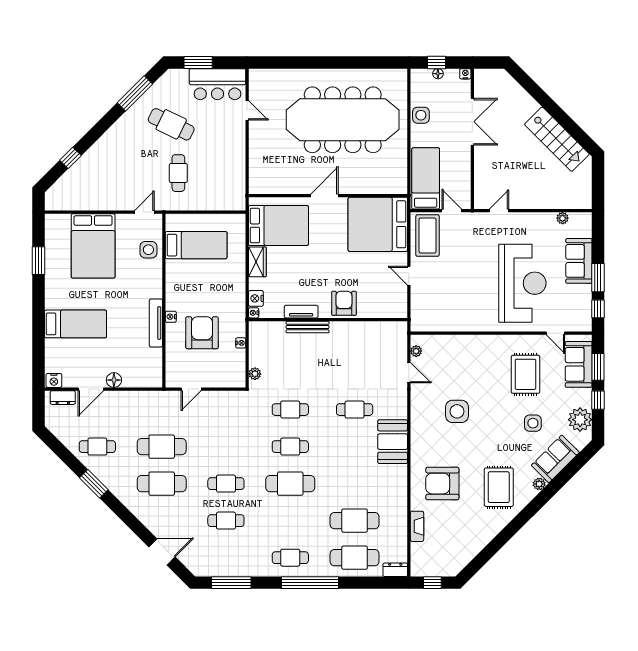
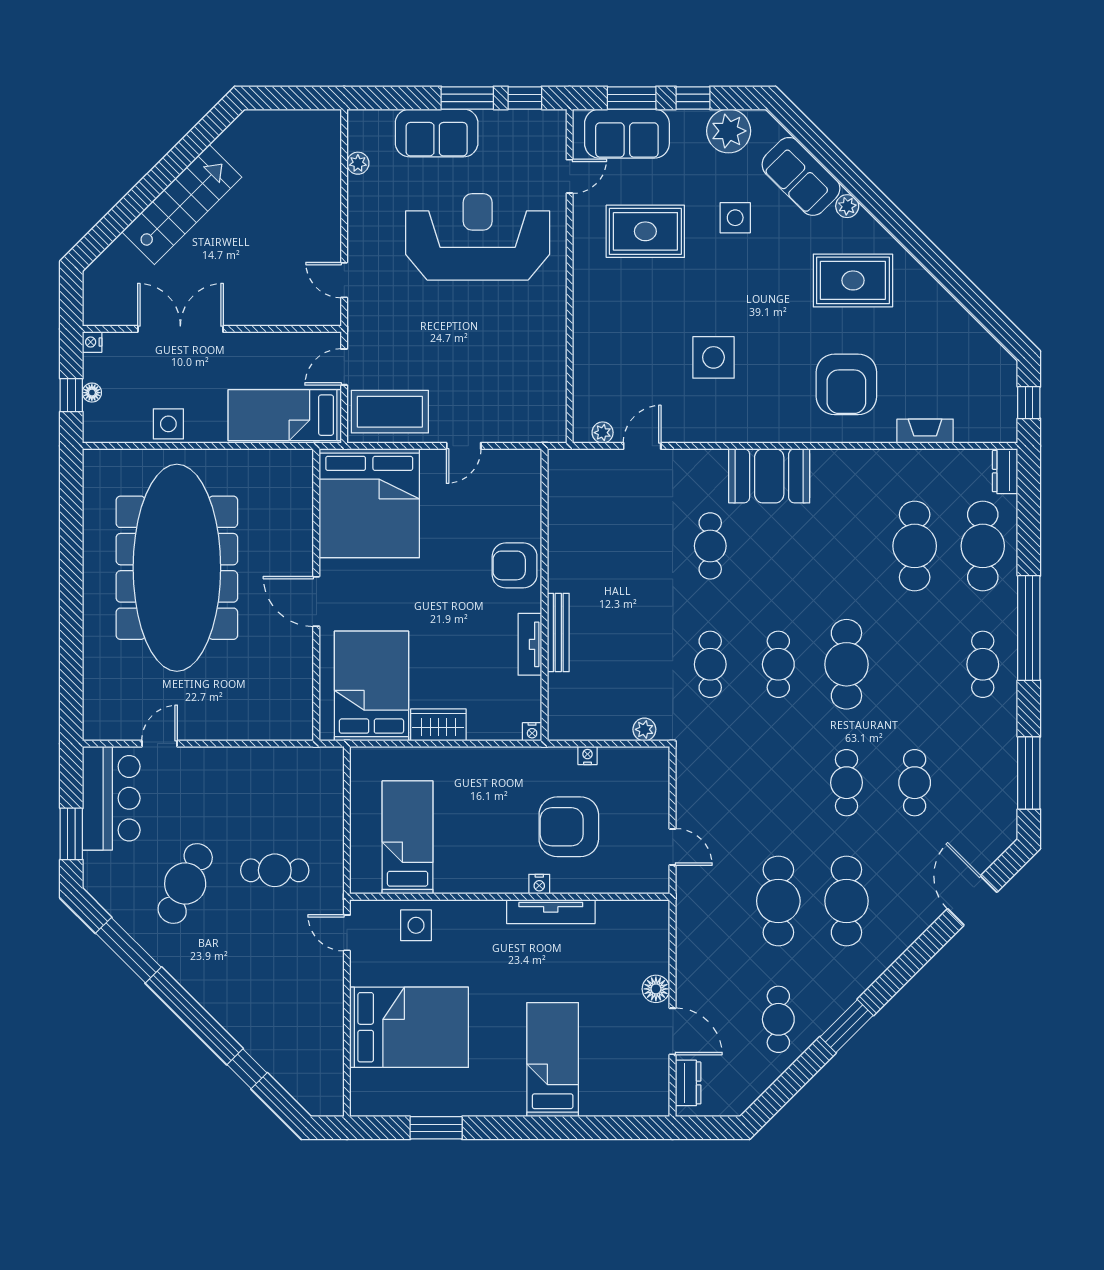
stairs: (557, 139) -> (182, 204), moved
nightstand: (256, 298) -> (506, 727), removed
nightstand: (54, 380) -> (657, 1099), removed

